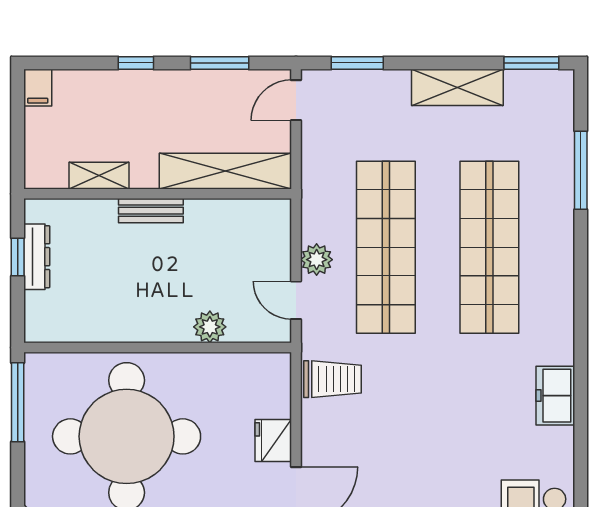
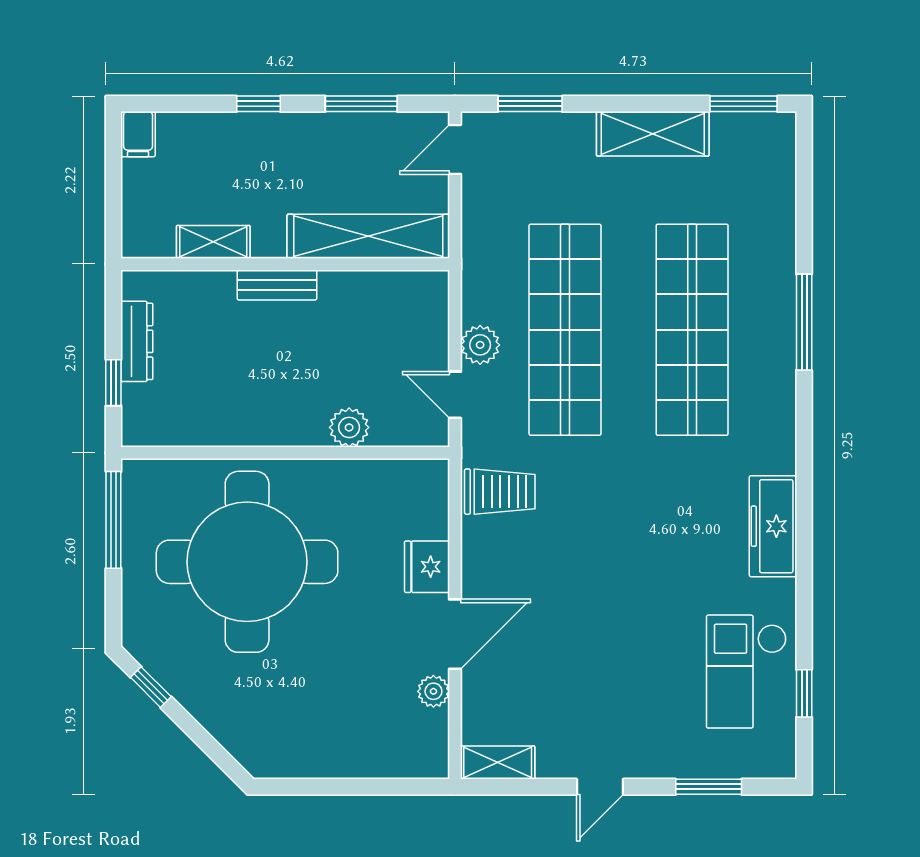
window: (581, 170) -> (804, 322), moved
window: (18, 257) -> (113, 383), moved
freezer: (555, 396) -> (773, 526), width x1.40

